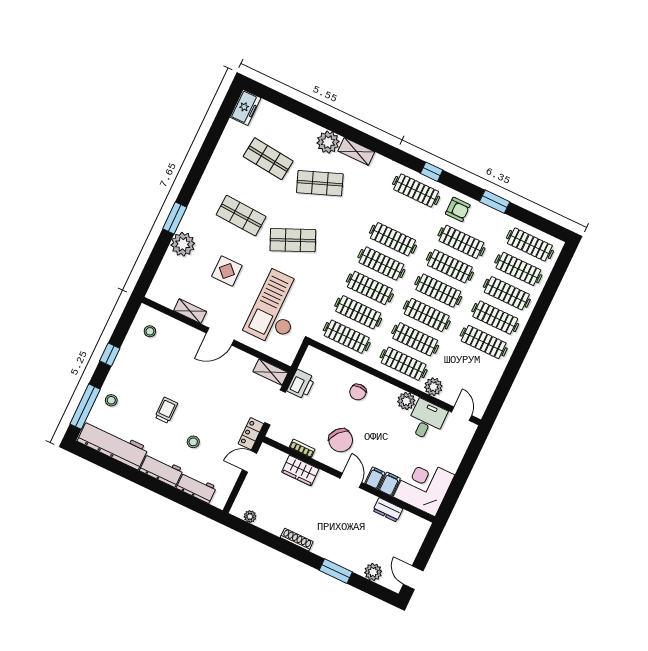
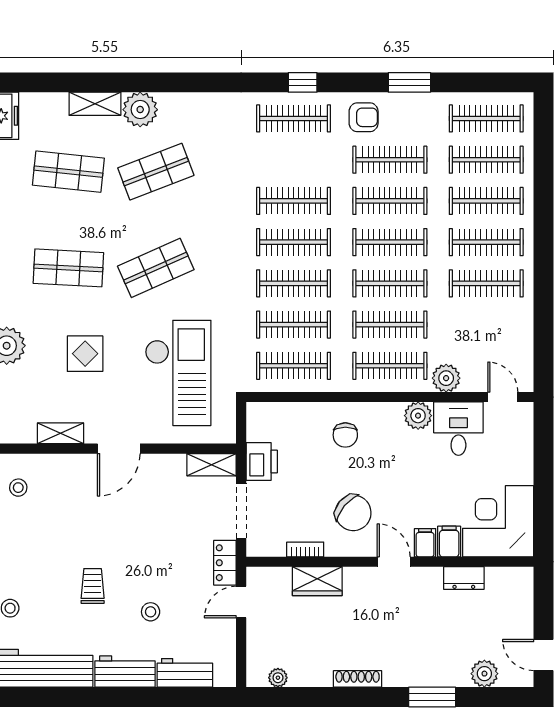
shelving: (356, 151) -> (95, 104), moved
checkout: (276, 308) -> (178, 373), turned 180

